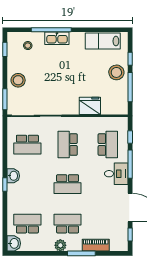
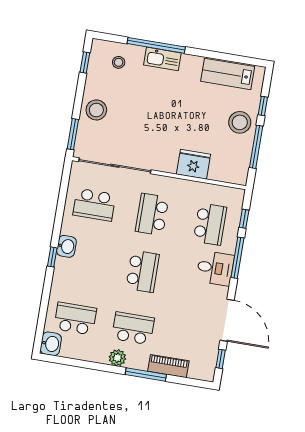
school desk: (68, 184) -> (143, 271), turned -90

